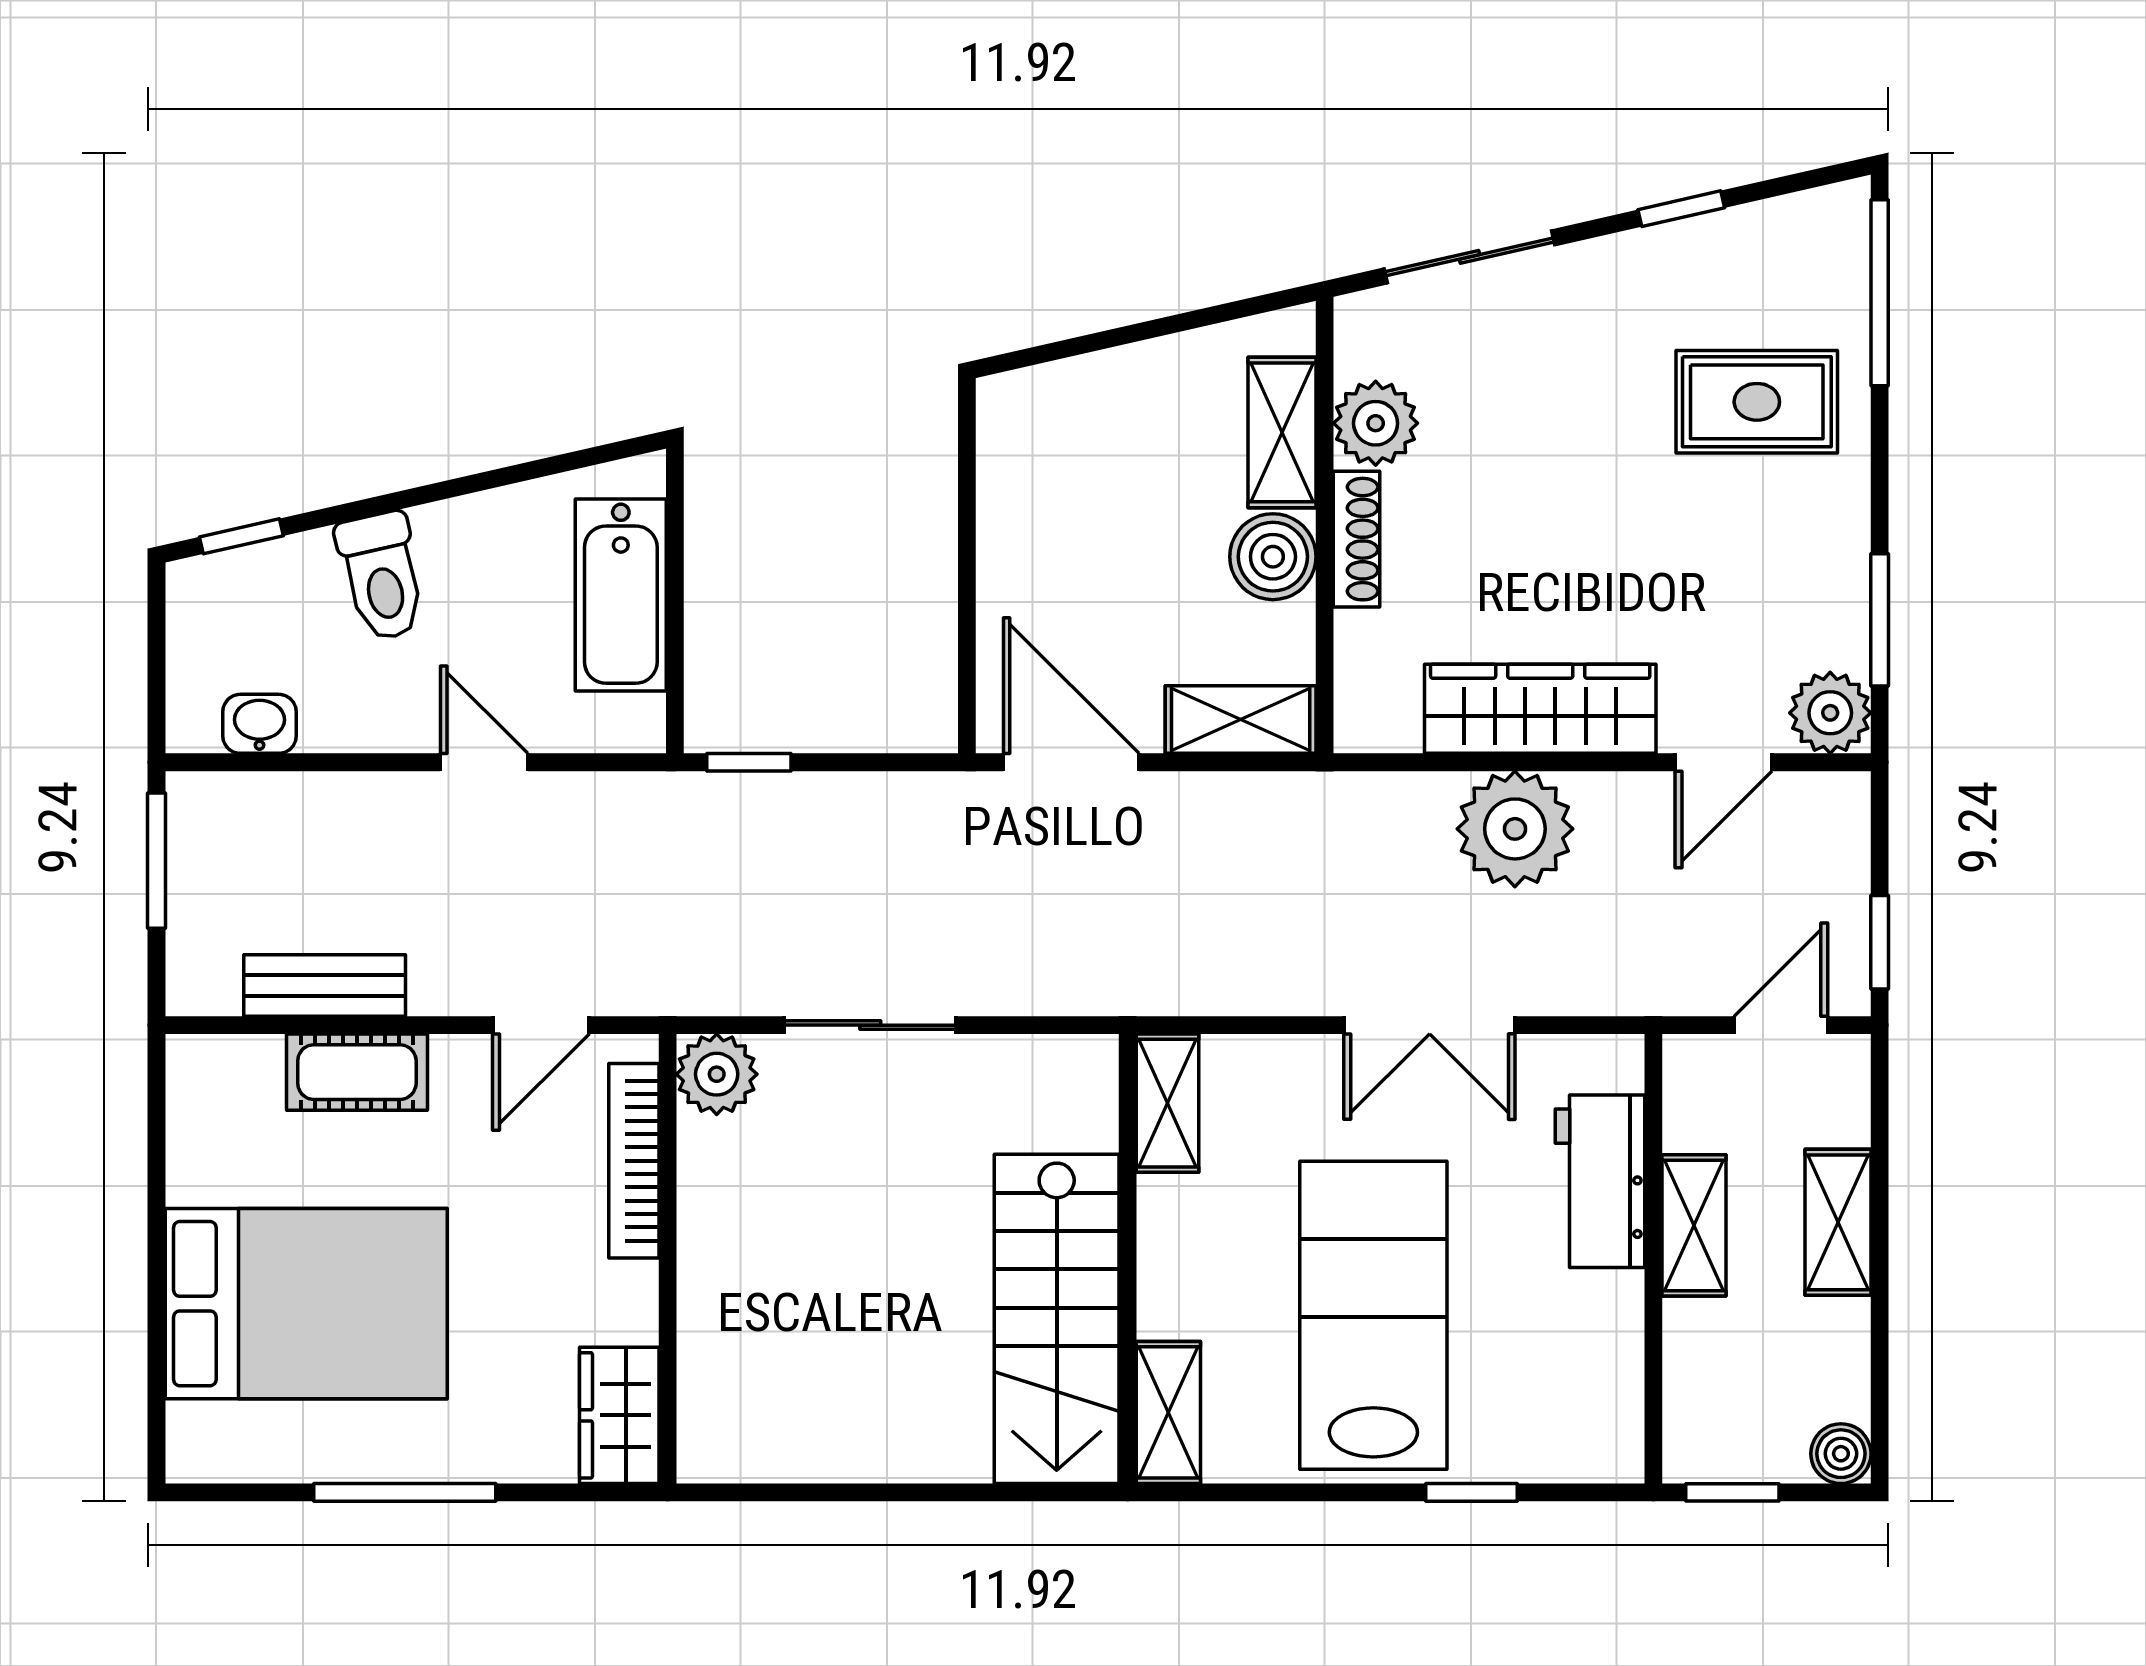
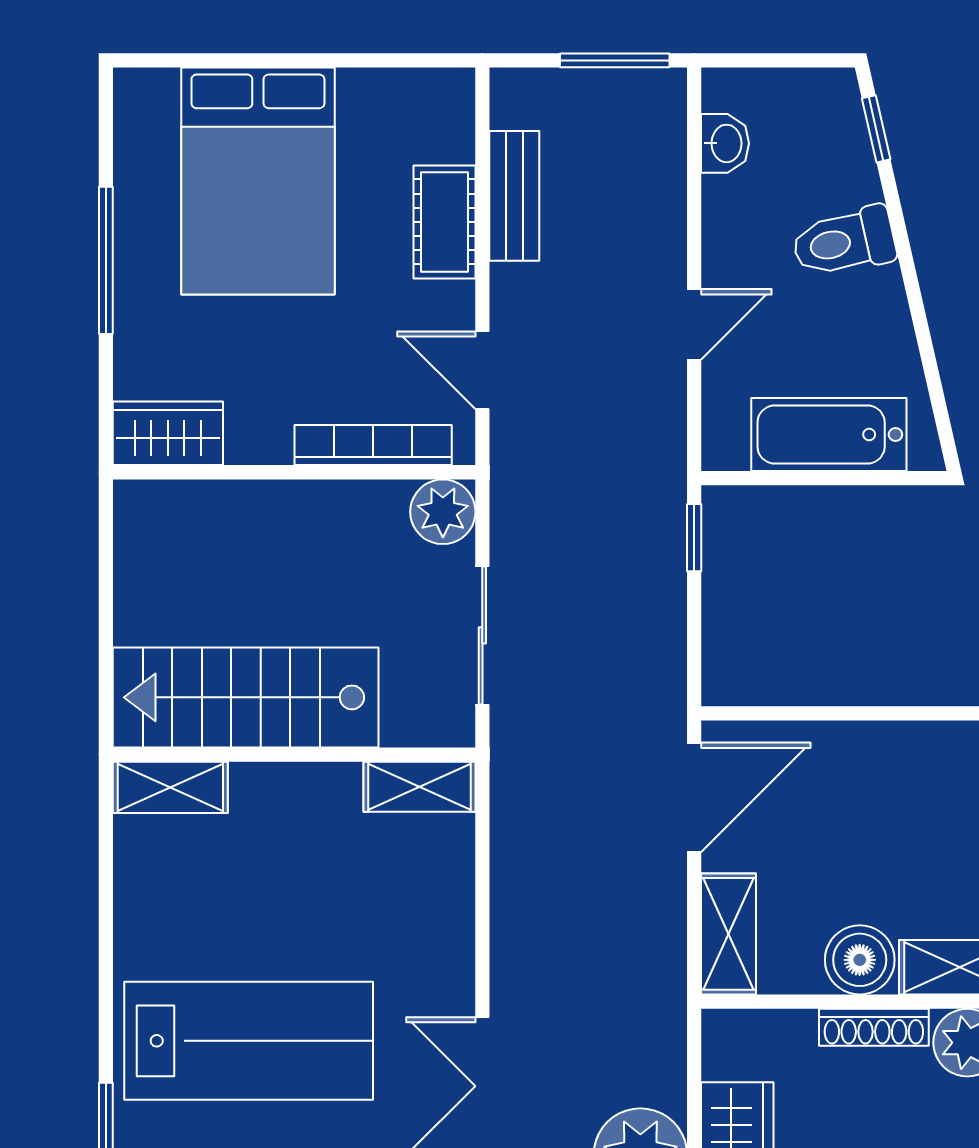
shelving: (1168, 1103) -> (419, 787), moved
wall: (1128, 1259) -> (294, 755), moved
stairs: (1057, 1319) -> (246, 697), moved
shelving: (1168, 1412) -> (170, 787), moved

